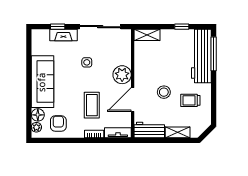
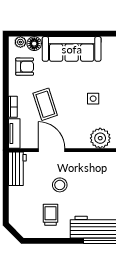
plant: (122, 75) -> (100, 138), moved
coffee table: (92, 105) -> (45, 104), turned 72
shelving: (178, 132) -> (15, 201), removed

